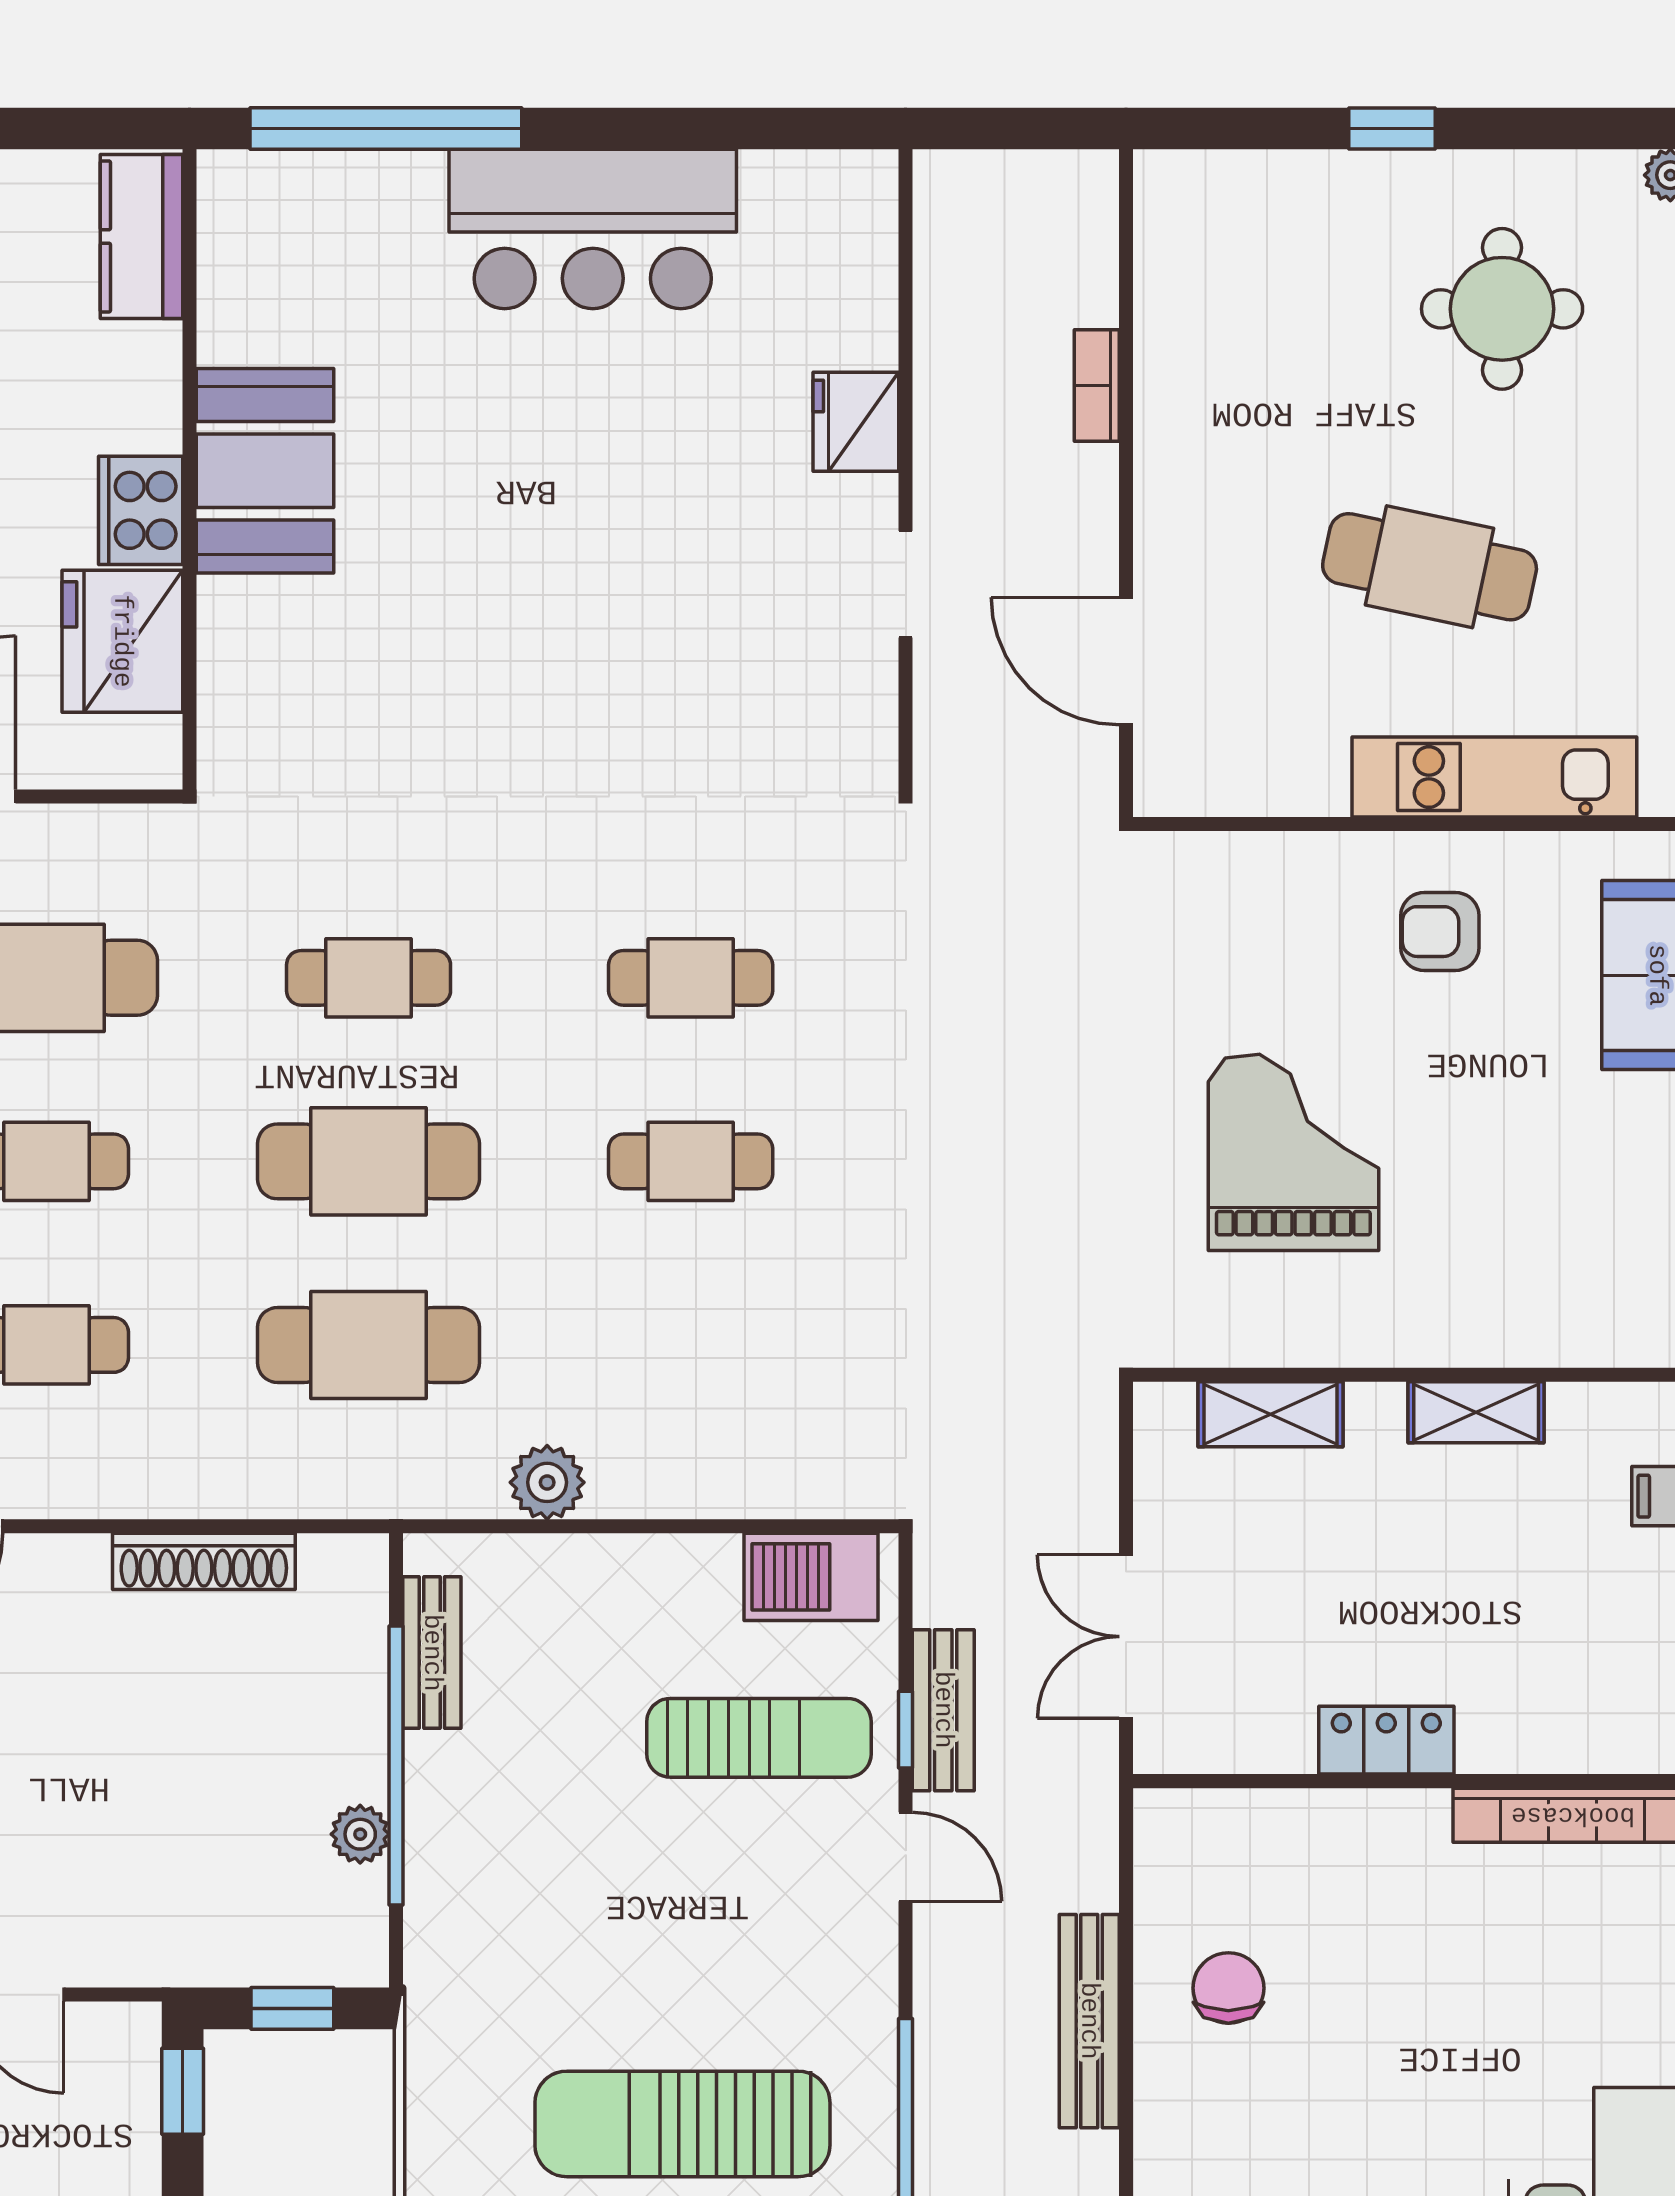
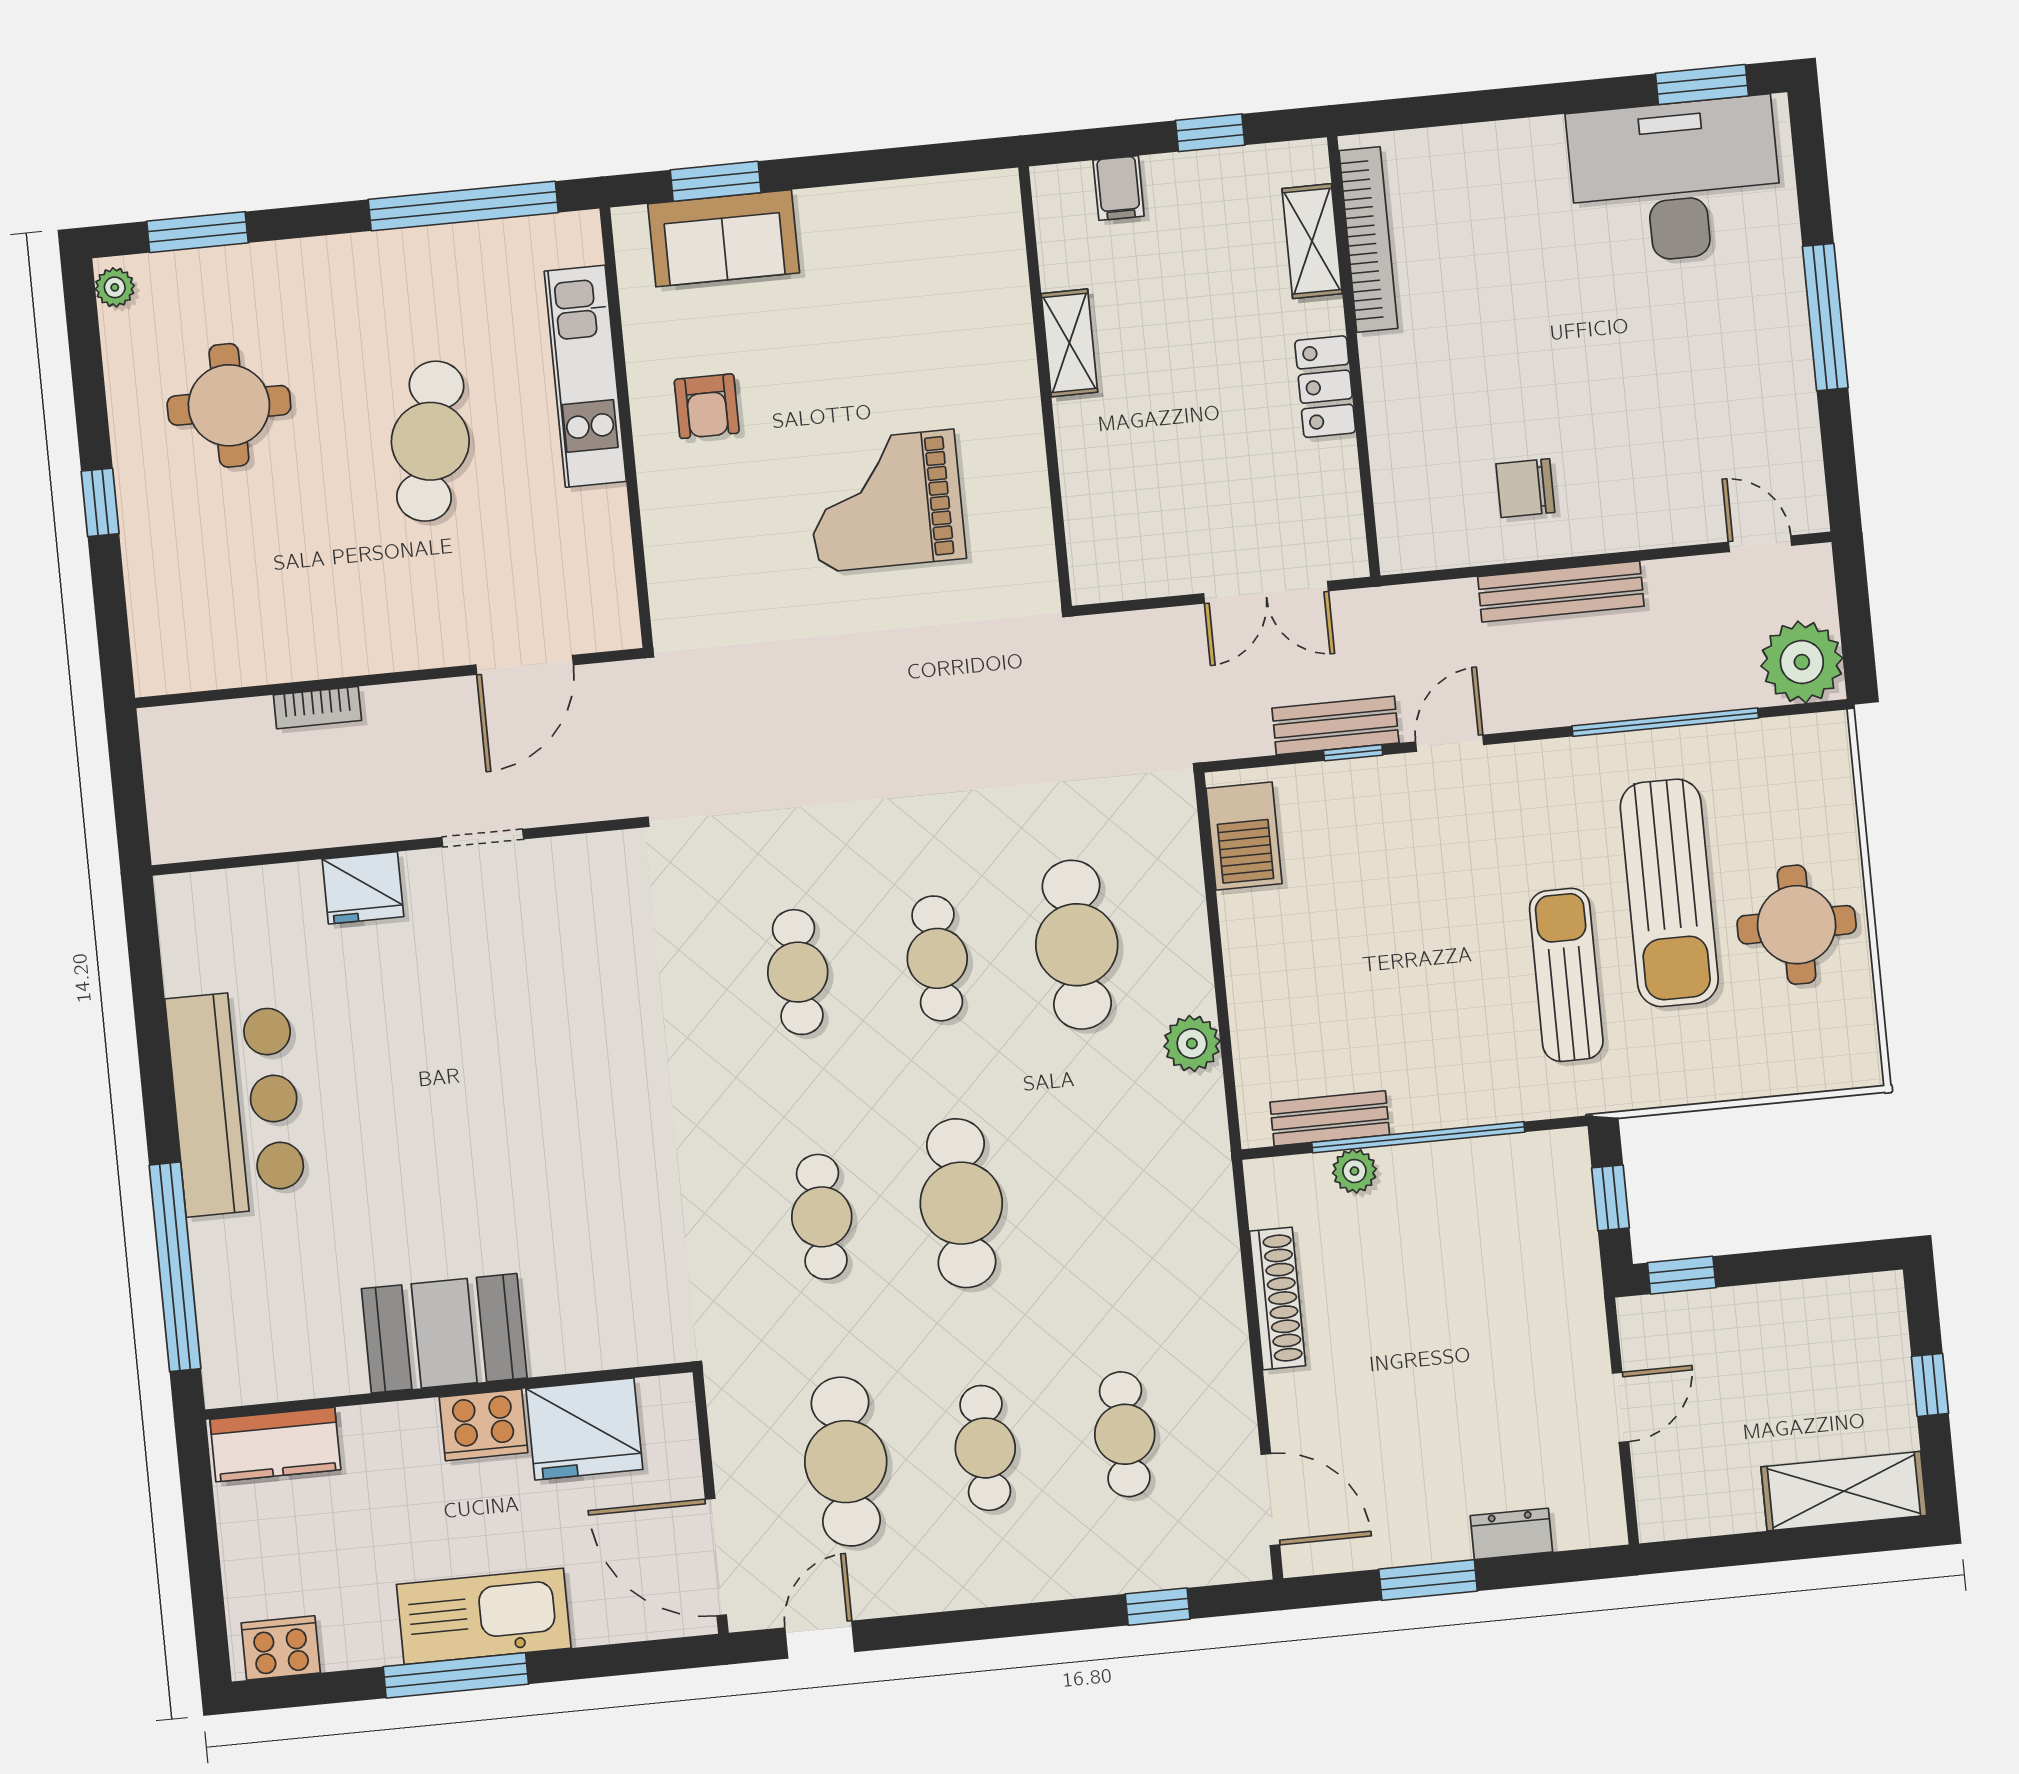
cafe table: (369, 1345) -> (1077, 945), moved
shelving: (1270, 1414) -> (1312, 241), moved
sun lounger: (759, 1738) -> (1566, 975), moved
plant: (360, 1834) -> (1354, 1171), moved

